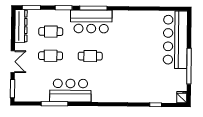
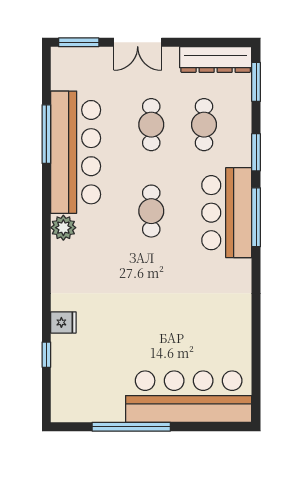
bar counter: (70, 91) -> (76, 152), width x1.36
plant: (97, 96) -> (63, 228), added
fridge: (182, 97) -> (63, 322), moved

